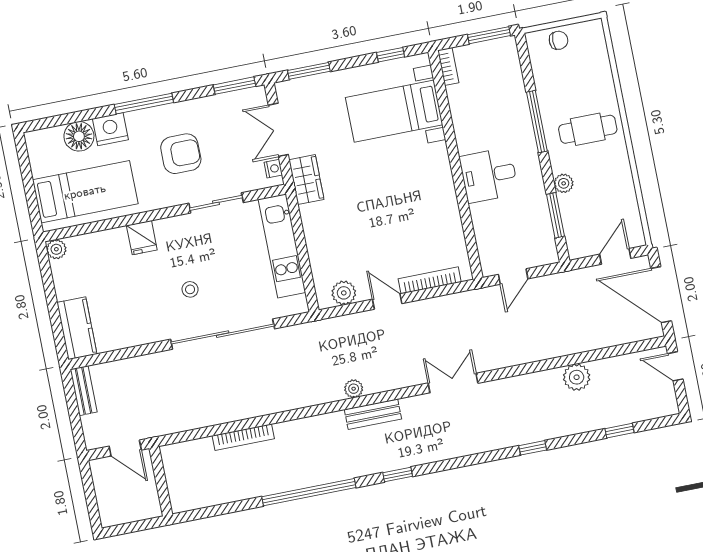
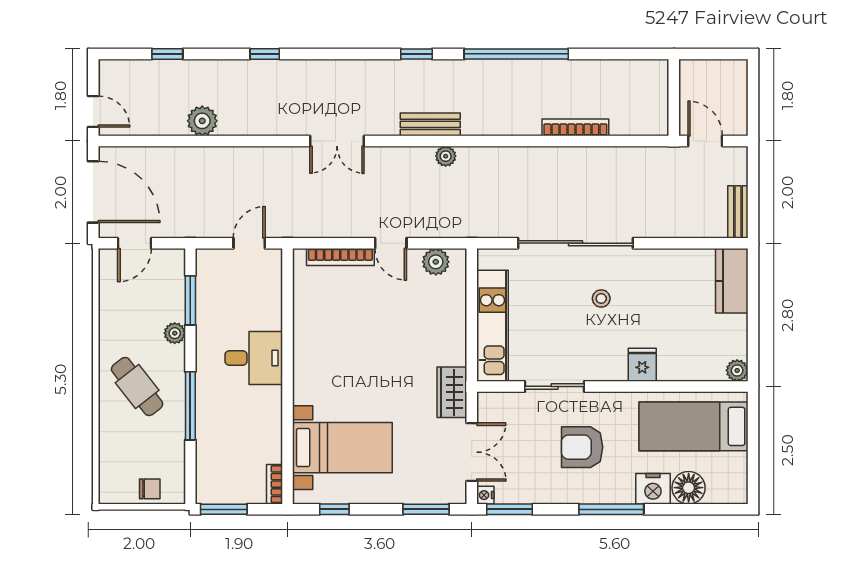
chair: (558, 40) -> (150, 489), turned 180
cafe table: (588, 129) -> (137, 386), turned 52
nightstand: (273, 169) -> (485, 495), moved

